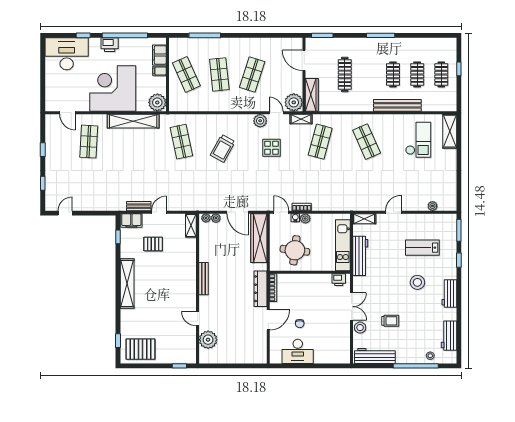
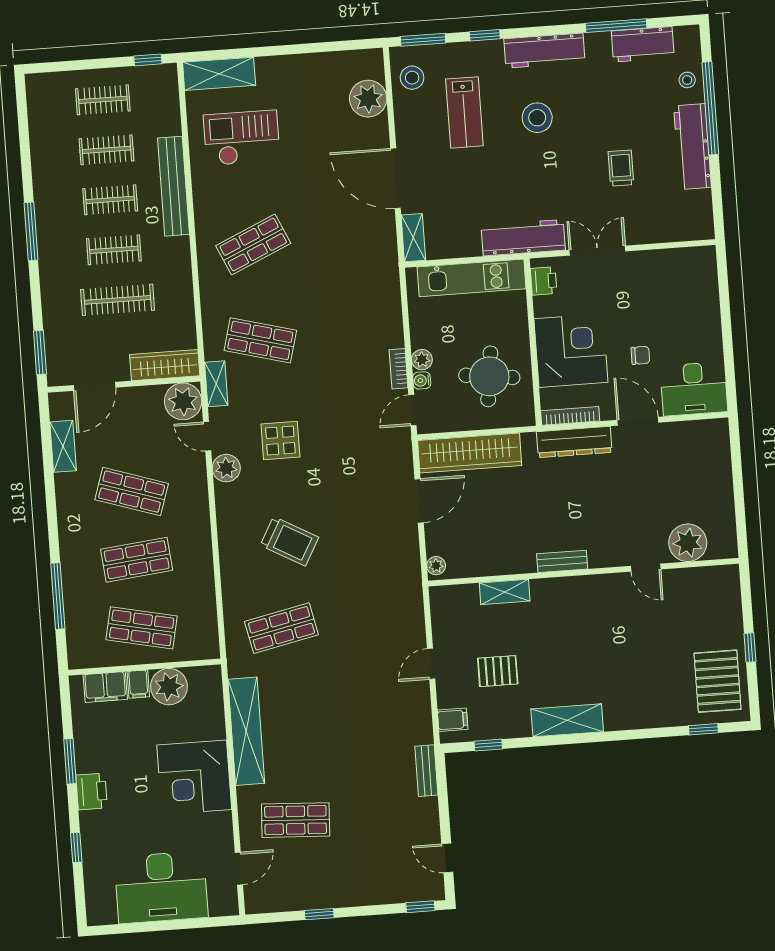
window: (125, 35) -> (70, 761), width x0.47
shelving: (276, 43) -> (63, 446), added
desk: (67, 54) -> (161, 887), moved, turned -90
window: (459, 69) -> (148, 60), moved
shop shelf: (186, 74) -> (142, 628), turned 36
clothes rail: (369, 74) -> (114, 250), added
corner desk: (113, 88) -> (194, 777), width x0.74, depth x0.74
plant: (157, 102) -> (169, 687), moved
door: (276, 113) -> (207, 436), hinge flipped
window: (43, 183) -> (420, 907), moved
bench: (139, 206) -> (426, 771), moved
plant: (433, 206) -> (368, 99), width x1.87, depth x1.87
door: (159, 212) -> (431, 664), hinge flipped
door: (393, 212) -> (395, 178), width x1.88
plant: (216, 218) -> (435, 545), removed
filing cabinet: (131, 221) -> (453, 720), width x0.50
shelving: (191, 225) -> (505, 592), moved
pallet: (153, 244) -> (498, 671), turned 90
workbench: (360, 256) -> (523, 238), moved
bench: (204, 279) -> (562, 561), width x0.73
shelving: (127, 283) -> (567, 720), width x0.68
corner desk: (304, 290) -> (571, 351), added
workbench: (449, 293) -> (544, 51), width x1.37
door: (198, 319) -> (646, 568), hinge flipped
window: (459, 323) -> (616, 26), added
stool: (360, 328) -> (412, 78), moved
desk: (298, 351) -> (694, 389), moved, turned 90
workbench: (375, 356) -> (693, 147), moved
window: (179, 366) -> (750, 648), moved

